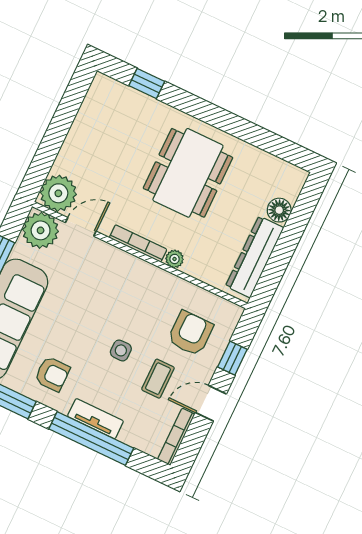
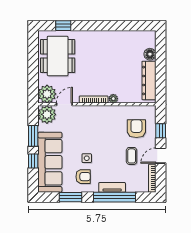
dining table: (188, 173) -> (58, 56), moved
side table: (121, 350) -> (87, 158), moved

